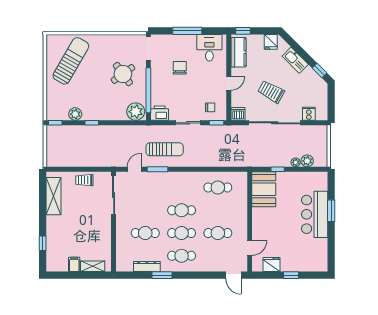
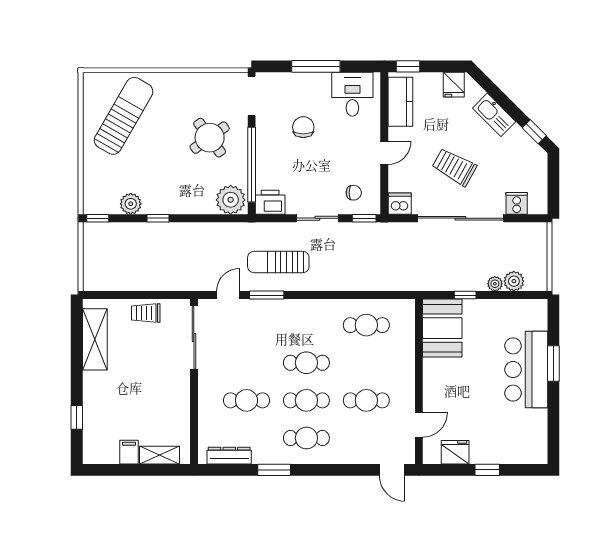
sun lounger: (165, 149) -> (278, 262), turned 180
dresser: (147, 266) -> (229, 456), moved

